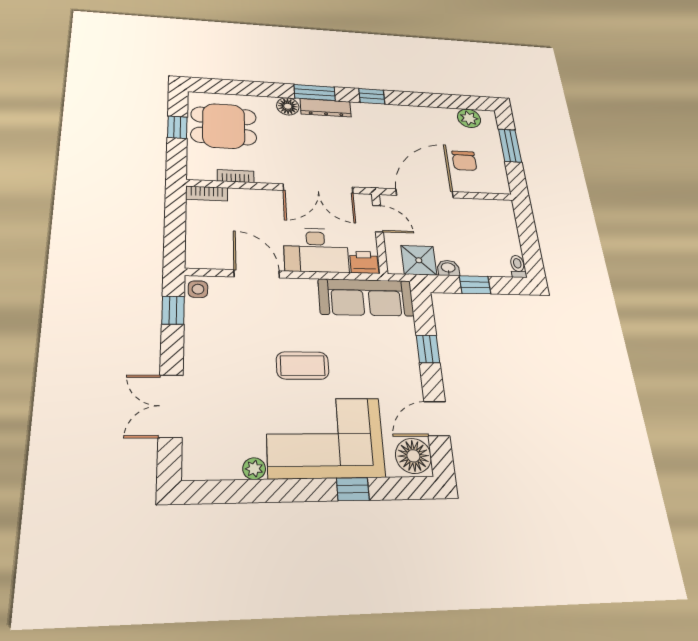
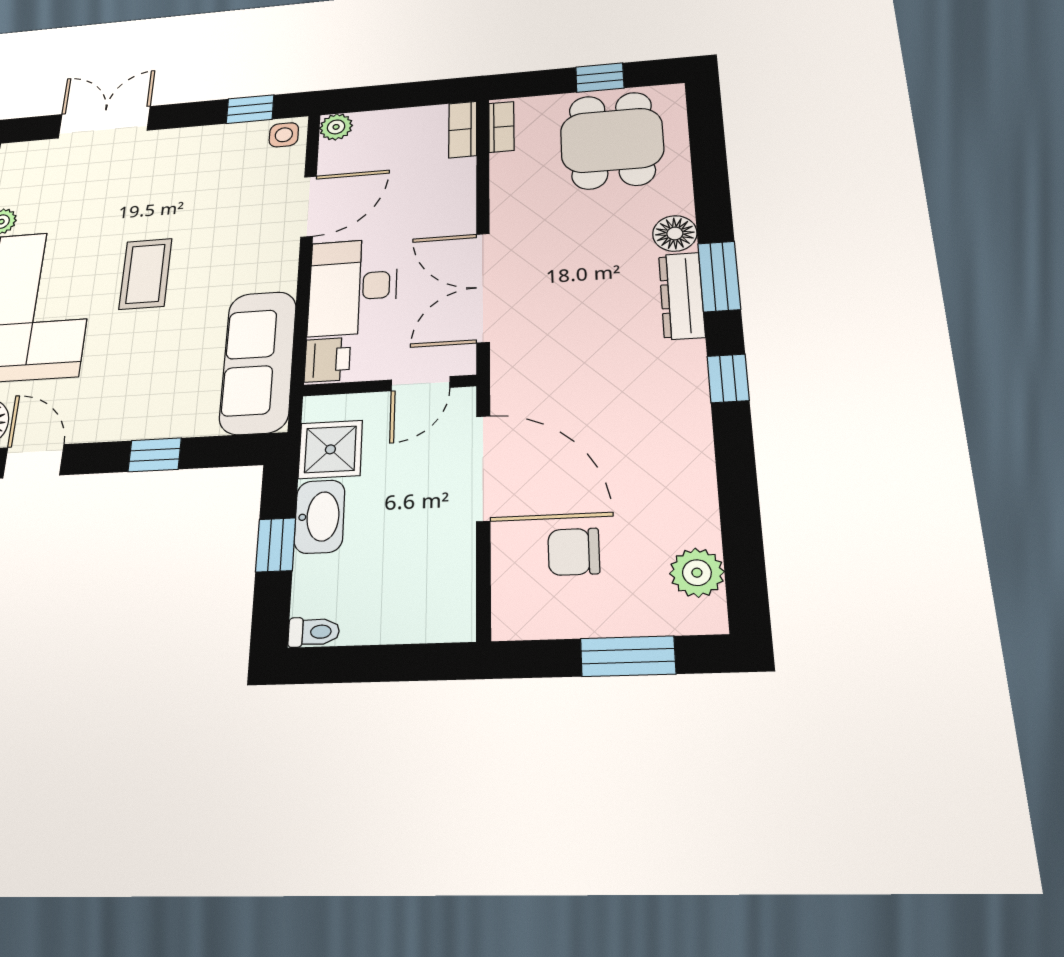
bookcase: (236, 176) -> (501, 127), moved
plant: (195, 260) -> (336, 127), added
washbasin: (448, 268) -> (320, 517), width x1.91, depth x1.45

